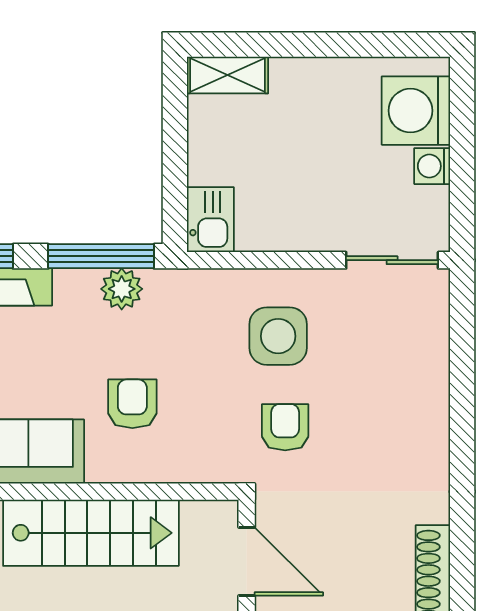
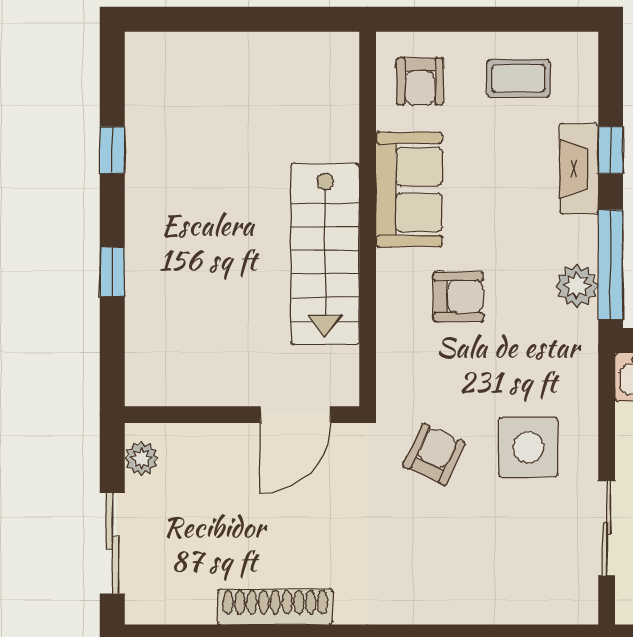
sliding door: (392, 260) -> (607, 528), moved
armchair: (285, 427) -> (434, 454), turned -65

